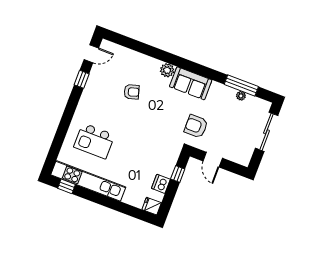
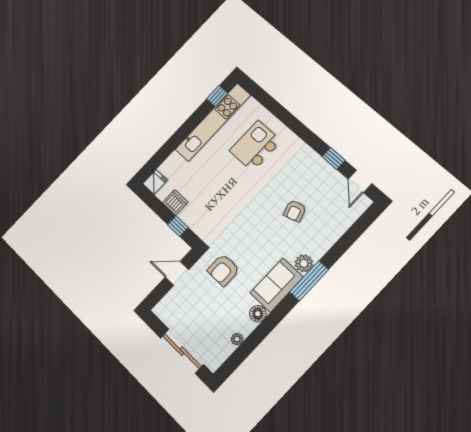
window: (241, 86) -> (309, 281), moved
floor lamp: (217, 88) -> (258, 314), added
armchair: (196, 126) -> (223, 270), turned 180

